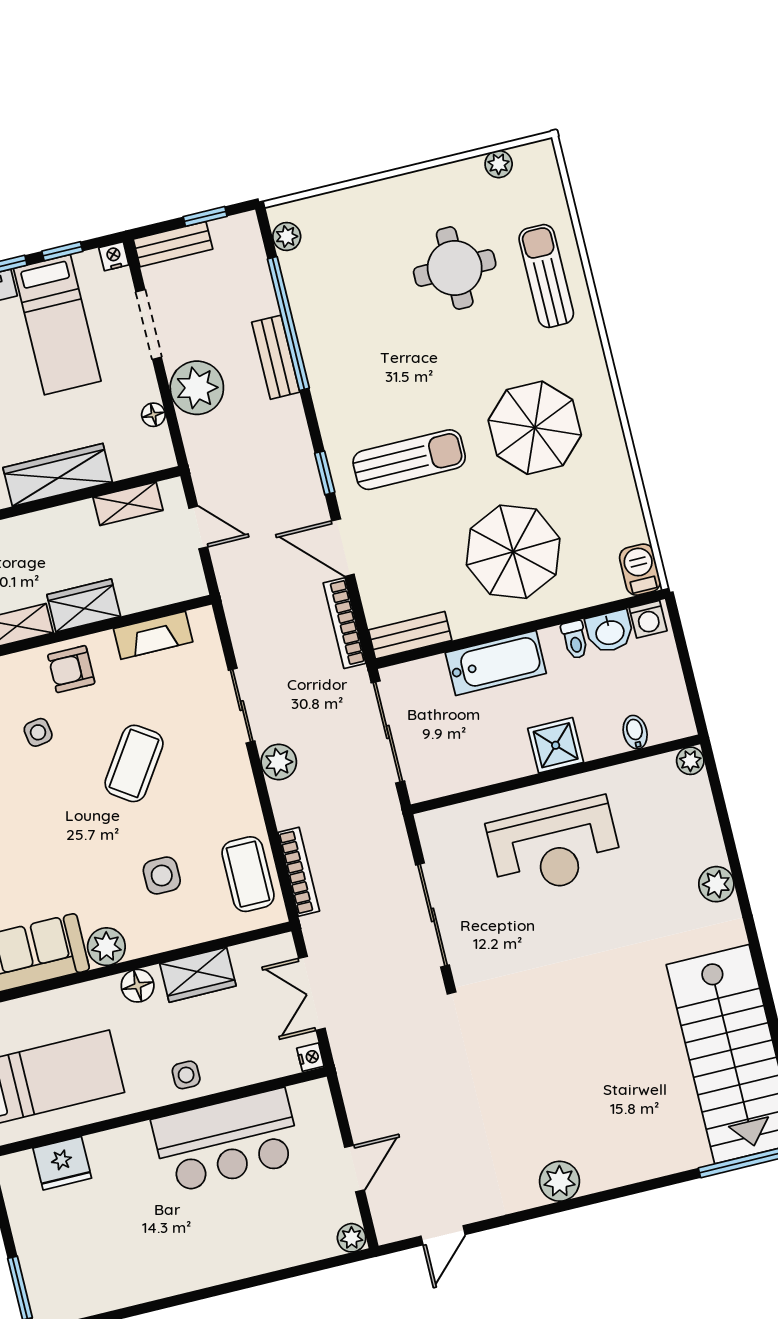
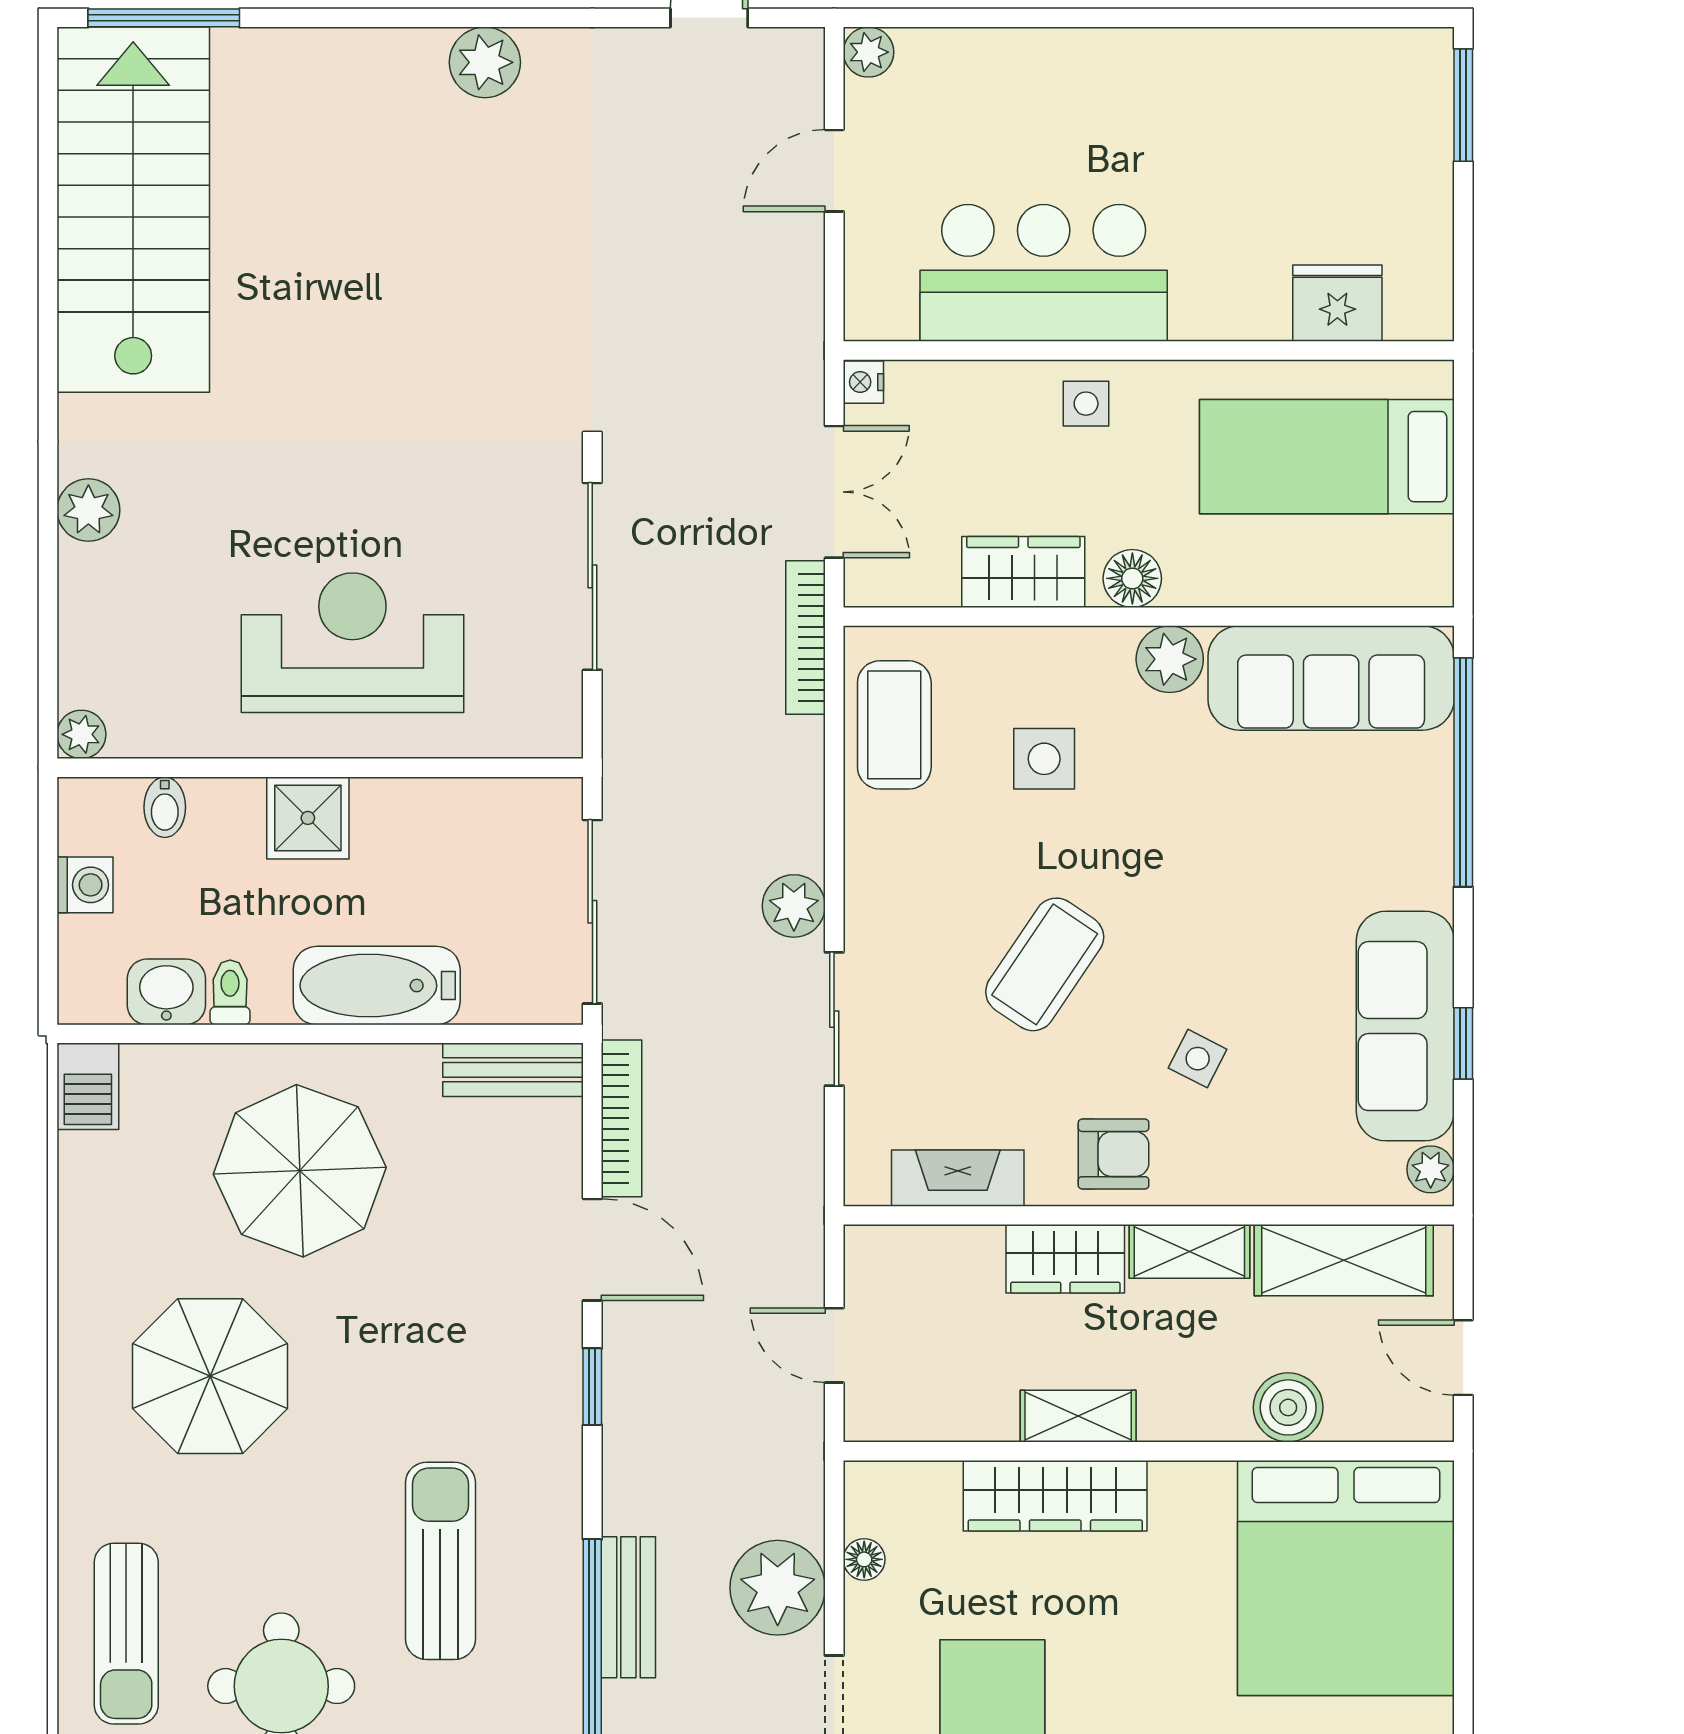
sun lounger: (409, 460) -> (440, 1561), moved, turned 90
shelving: (128, 504) -> (1078, 1416), moved
washing machine: (648, 619) -> (85, 885), moved, turned 90
side table: (38, 732) -> (1198, 1059), turned 36
bookcase: (299, 872) -> (805, 637), moved

